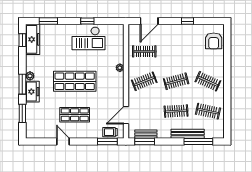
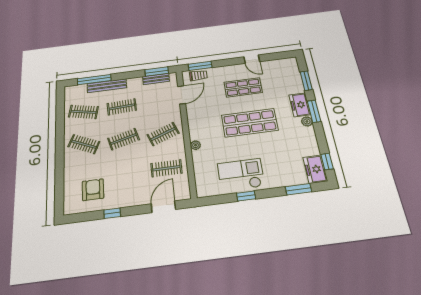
freezer: (33, 39) -> (315, 169), width x0.71
armchair: (214, 41) -> (93, 190), moved

